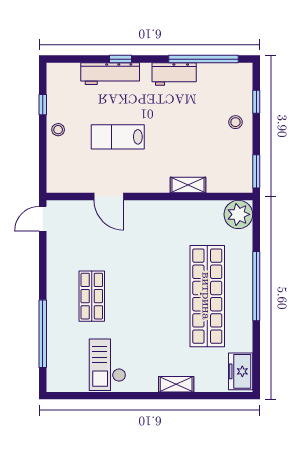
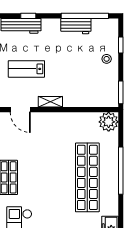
workbench: (174, 74) -> (76, 26), moved
shelving: (188, 185) -> (50, 102), moved

